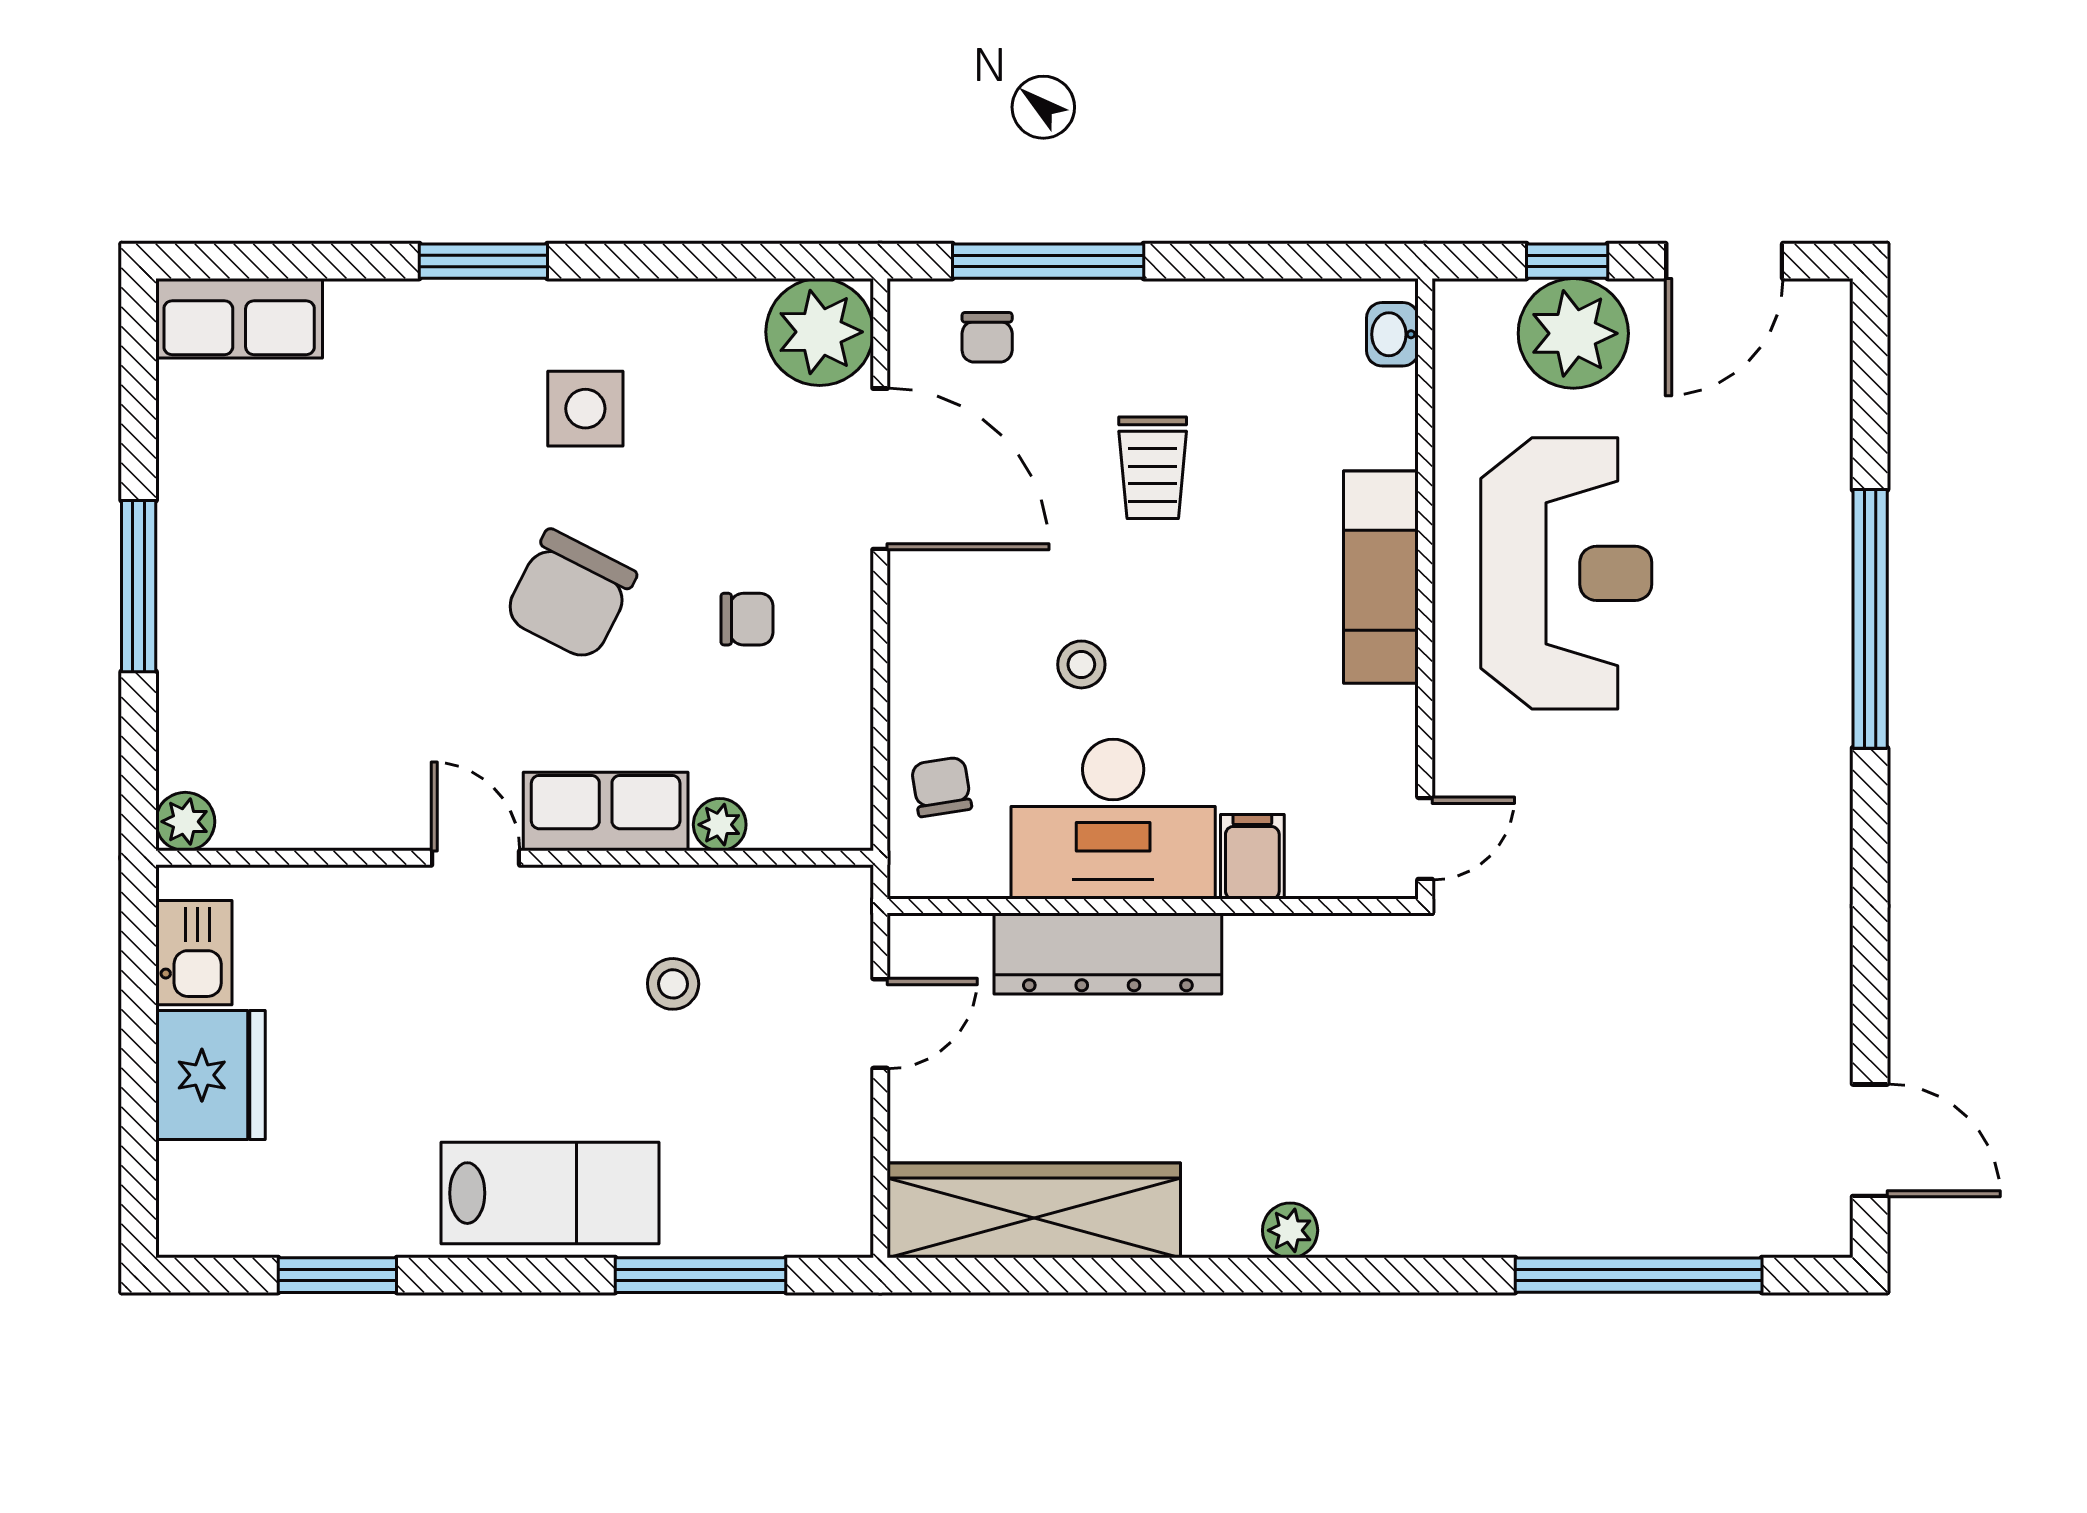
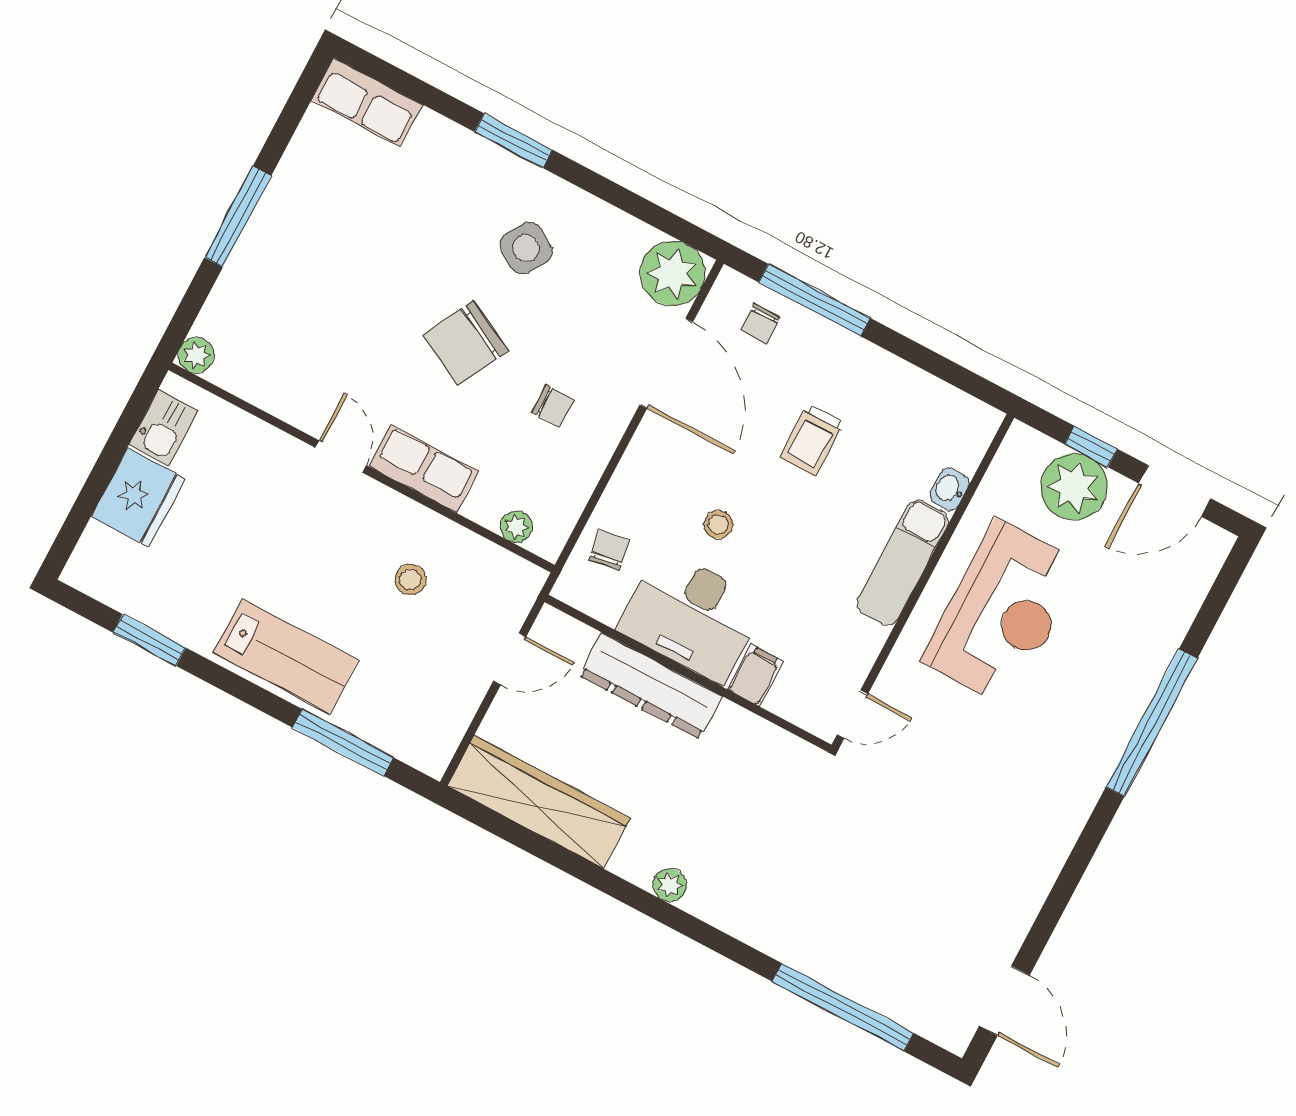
washbasin: (1392, 334) -> (949, 489), moved
side table: (585, 409) -> (526, 248), turned 32
plant: (720, 825) -> (516, 527), moved

